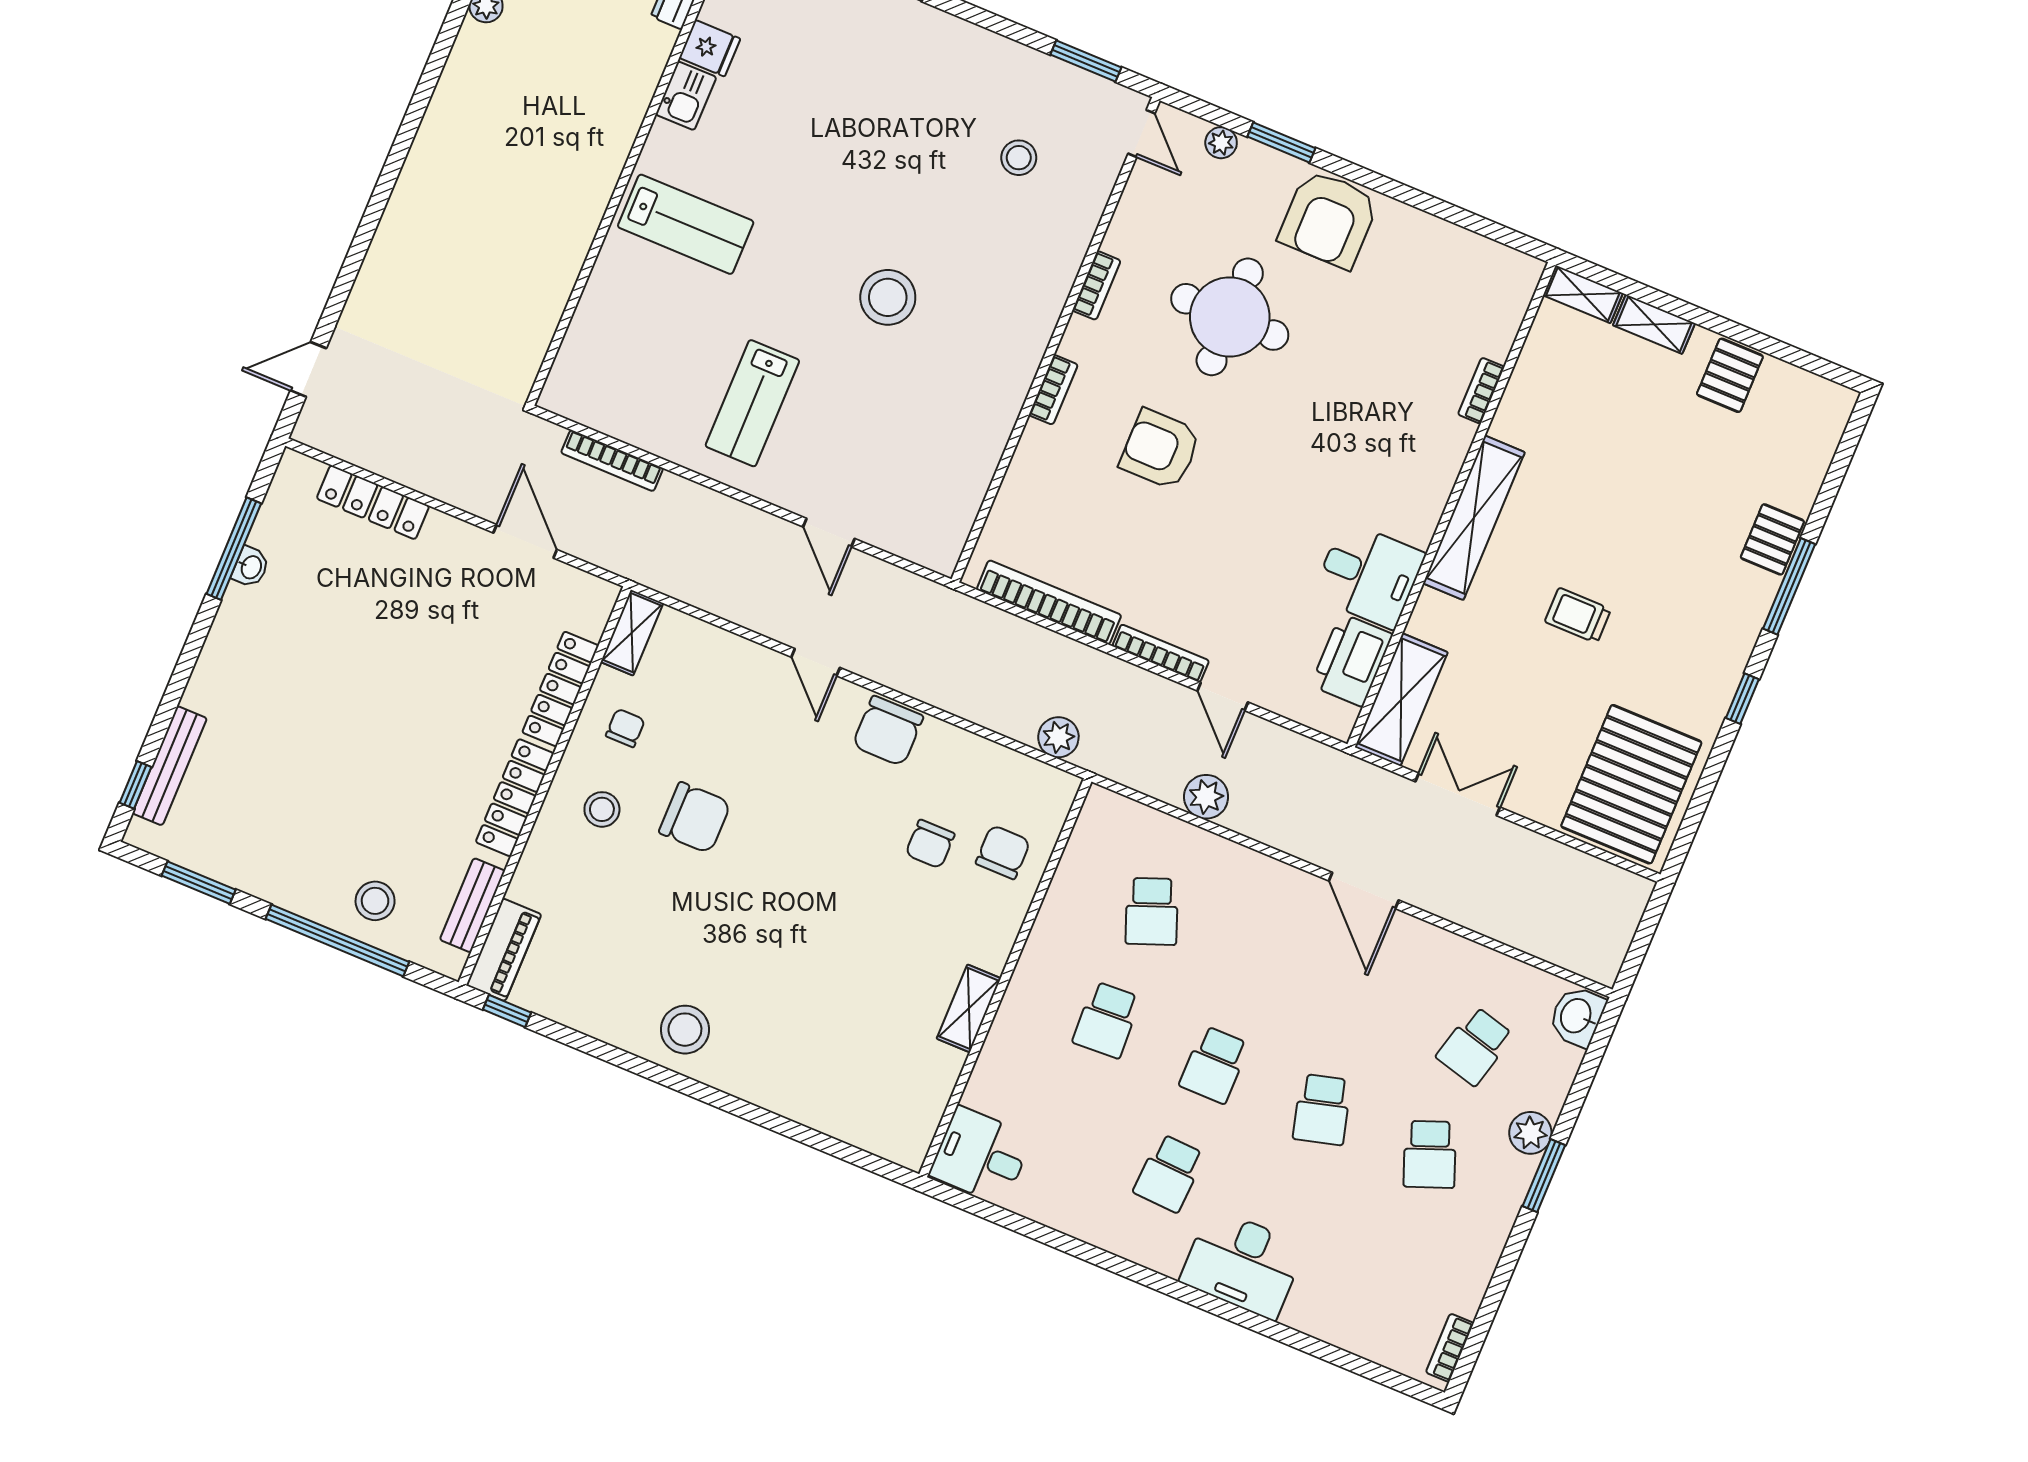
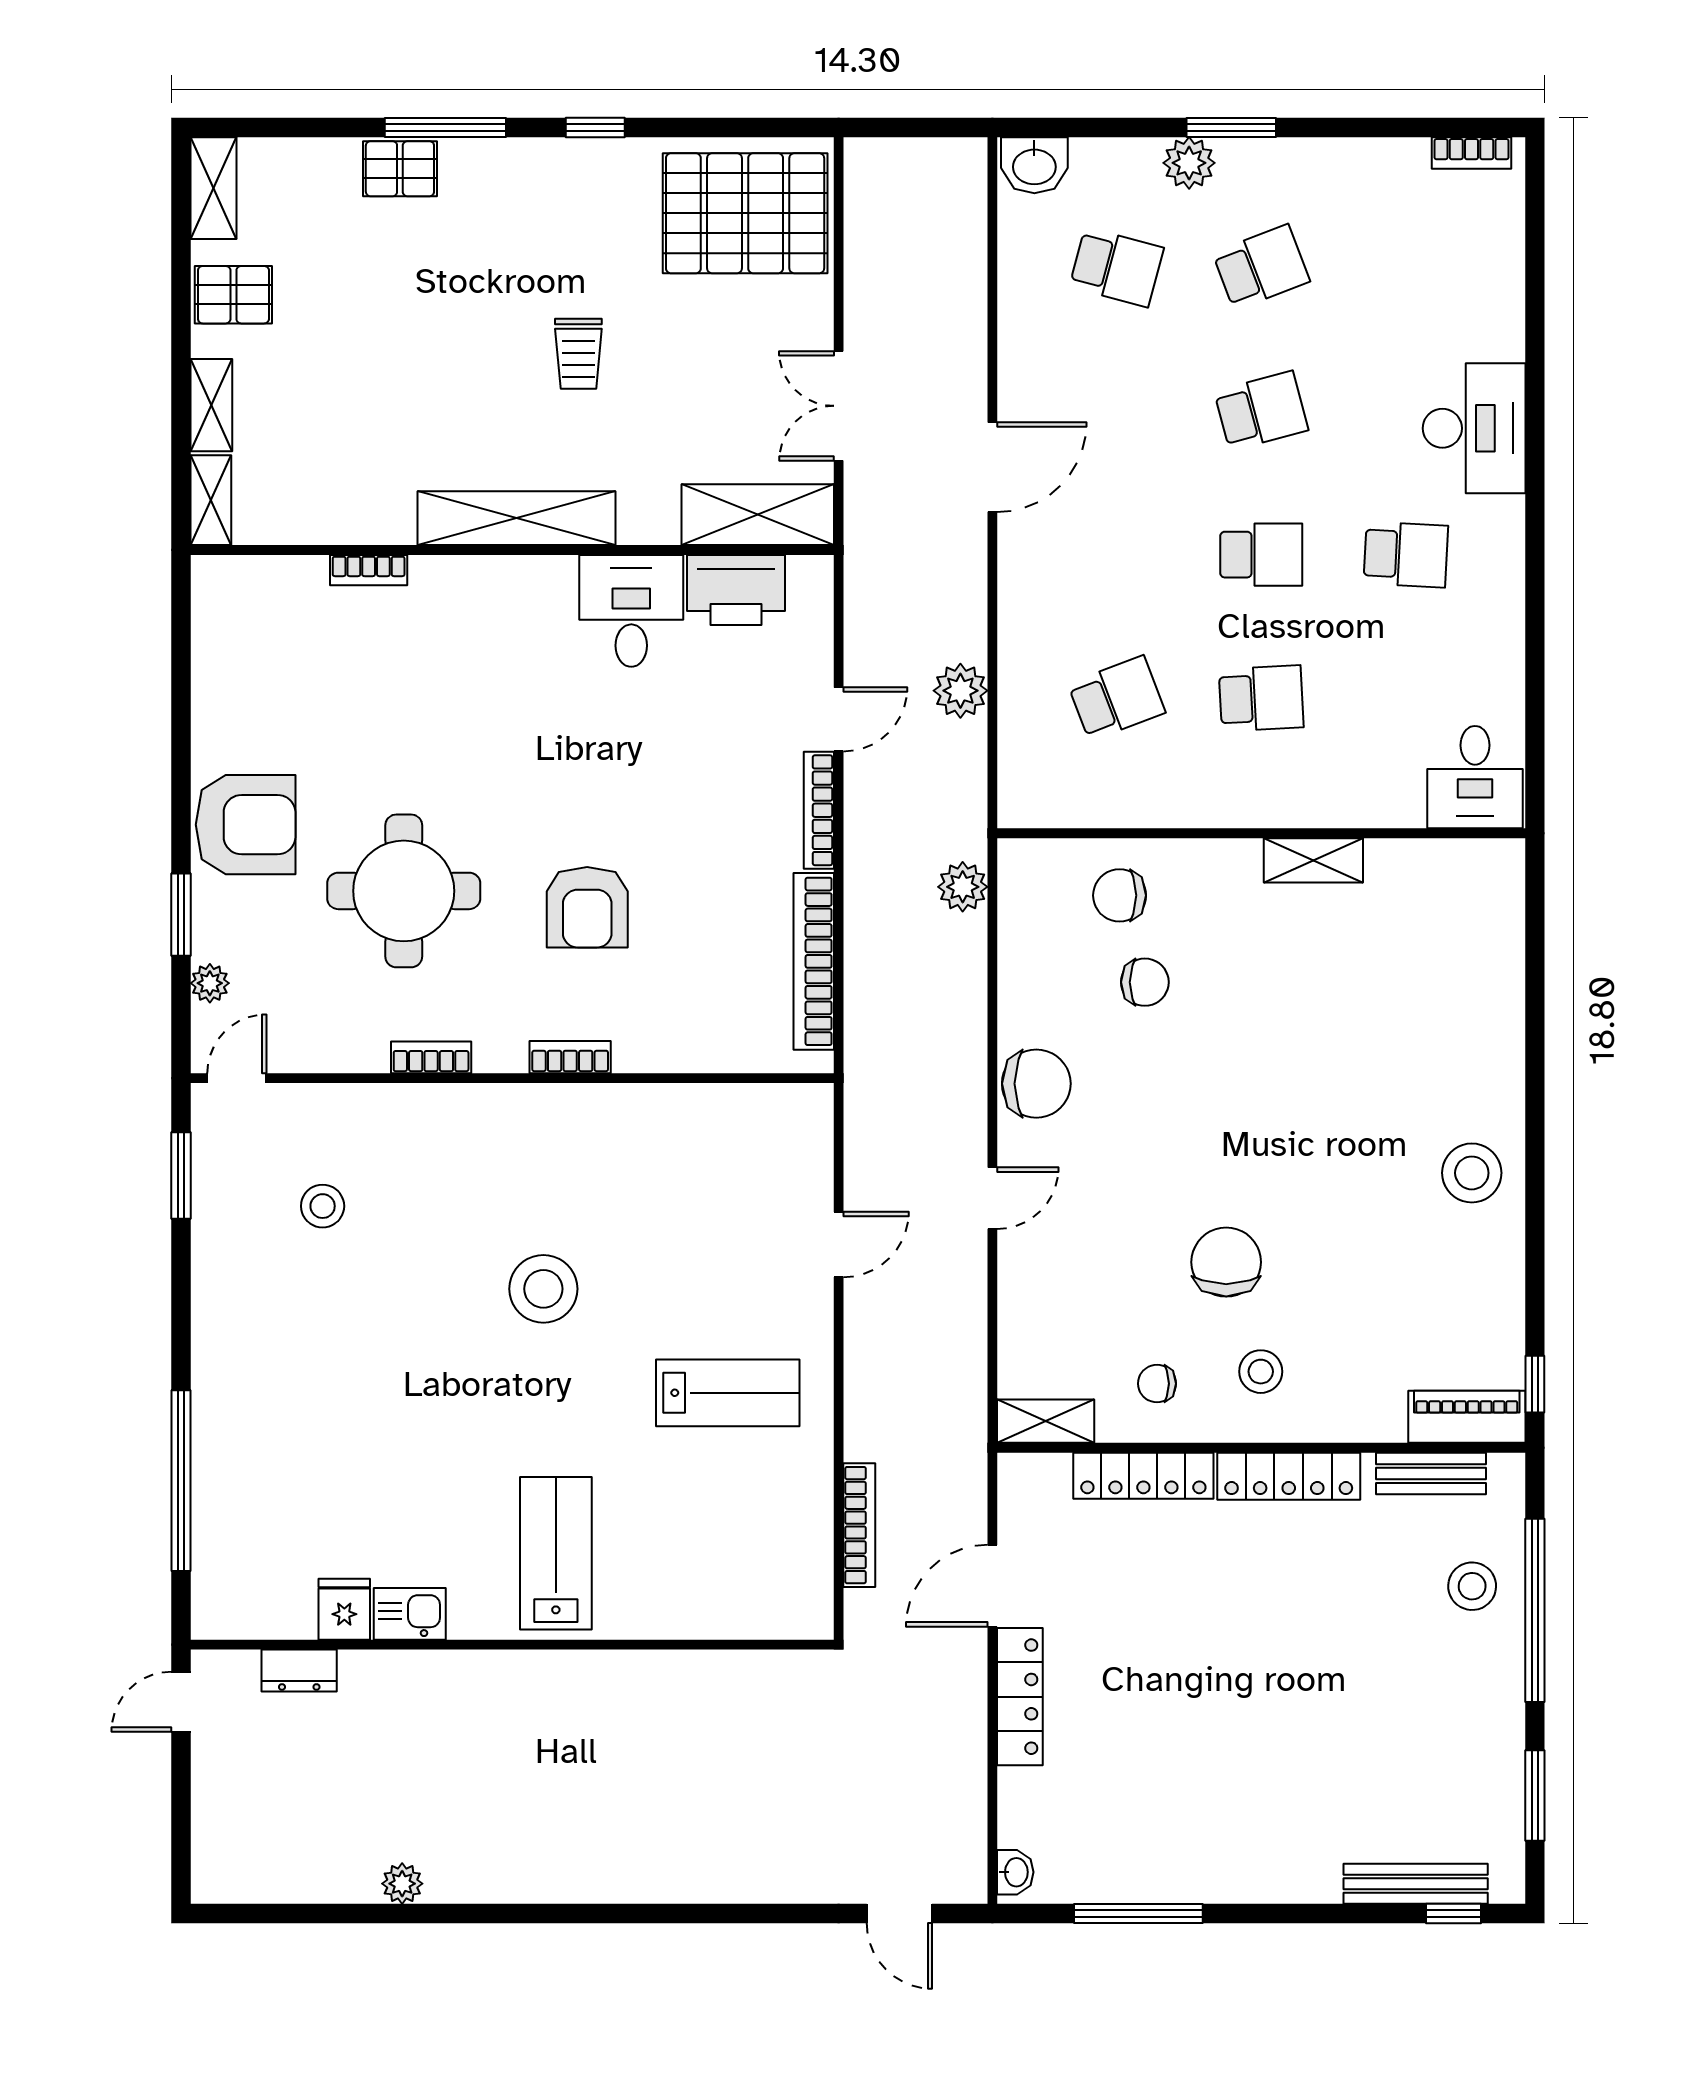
shelving: (1816, 394) -> (213, 188), added
locker: (373, 502) -> (1020, 1697), moved
washbasin: (251, 567) -> (1015, 1872), moved, turned 90

